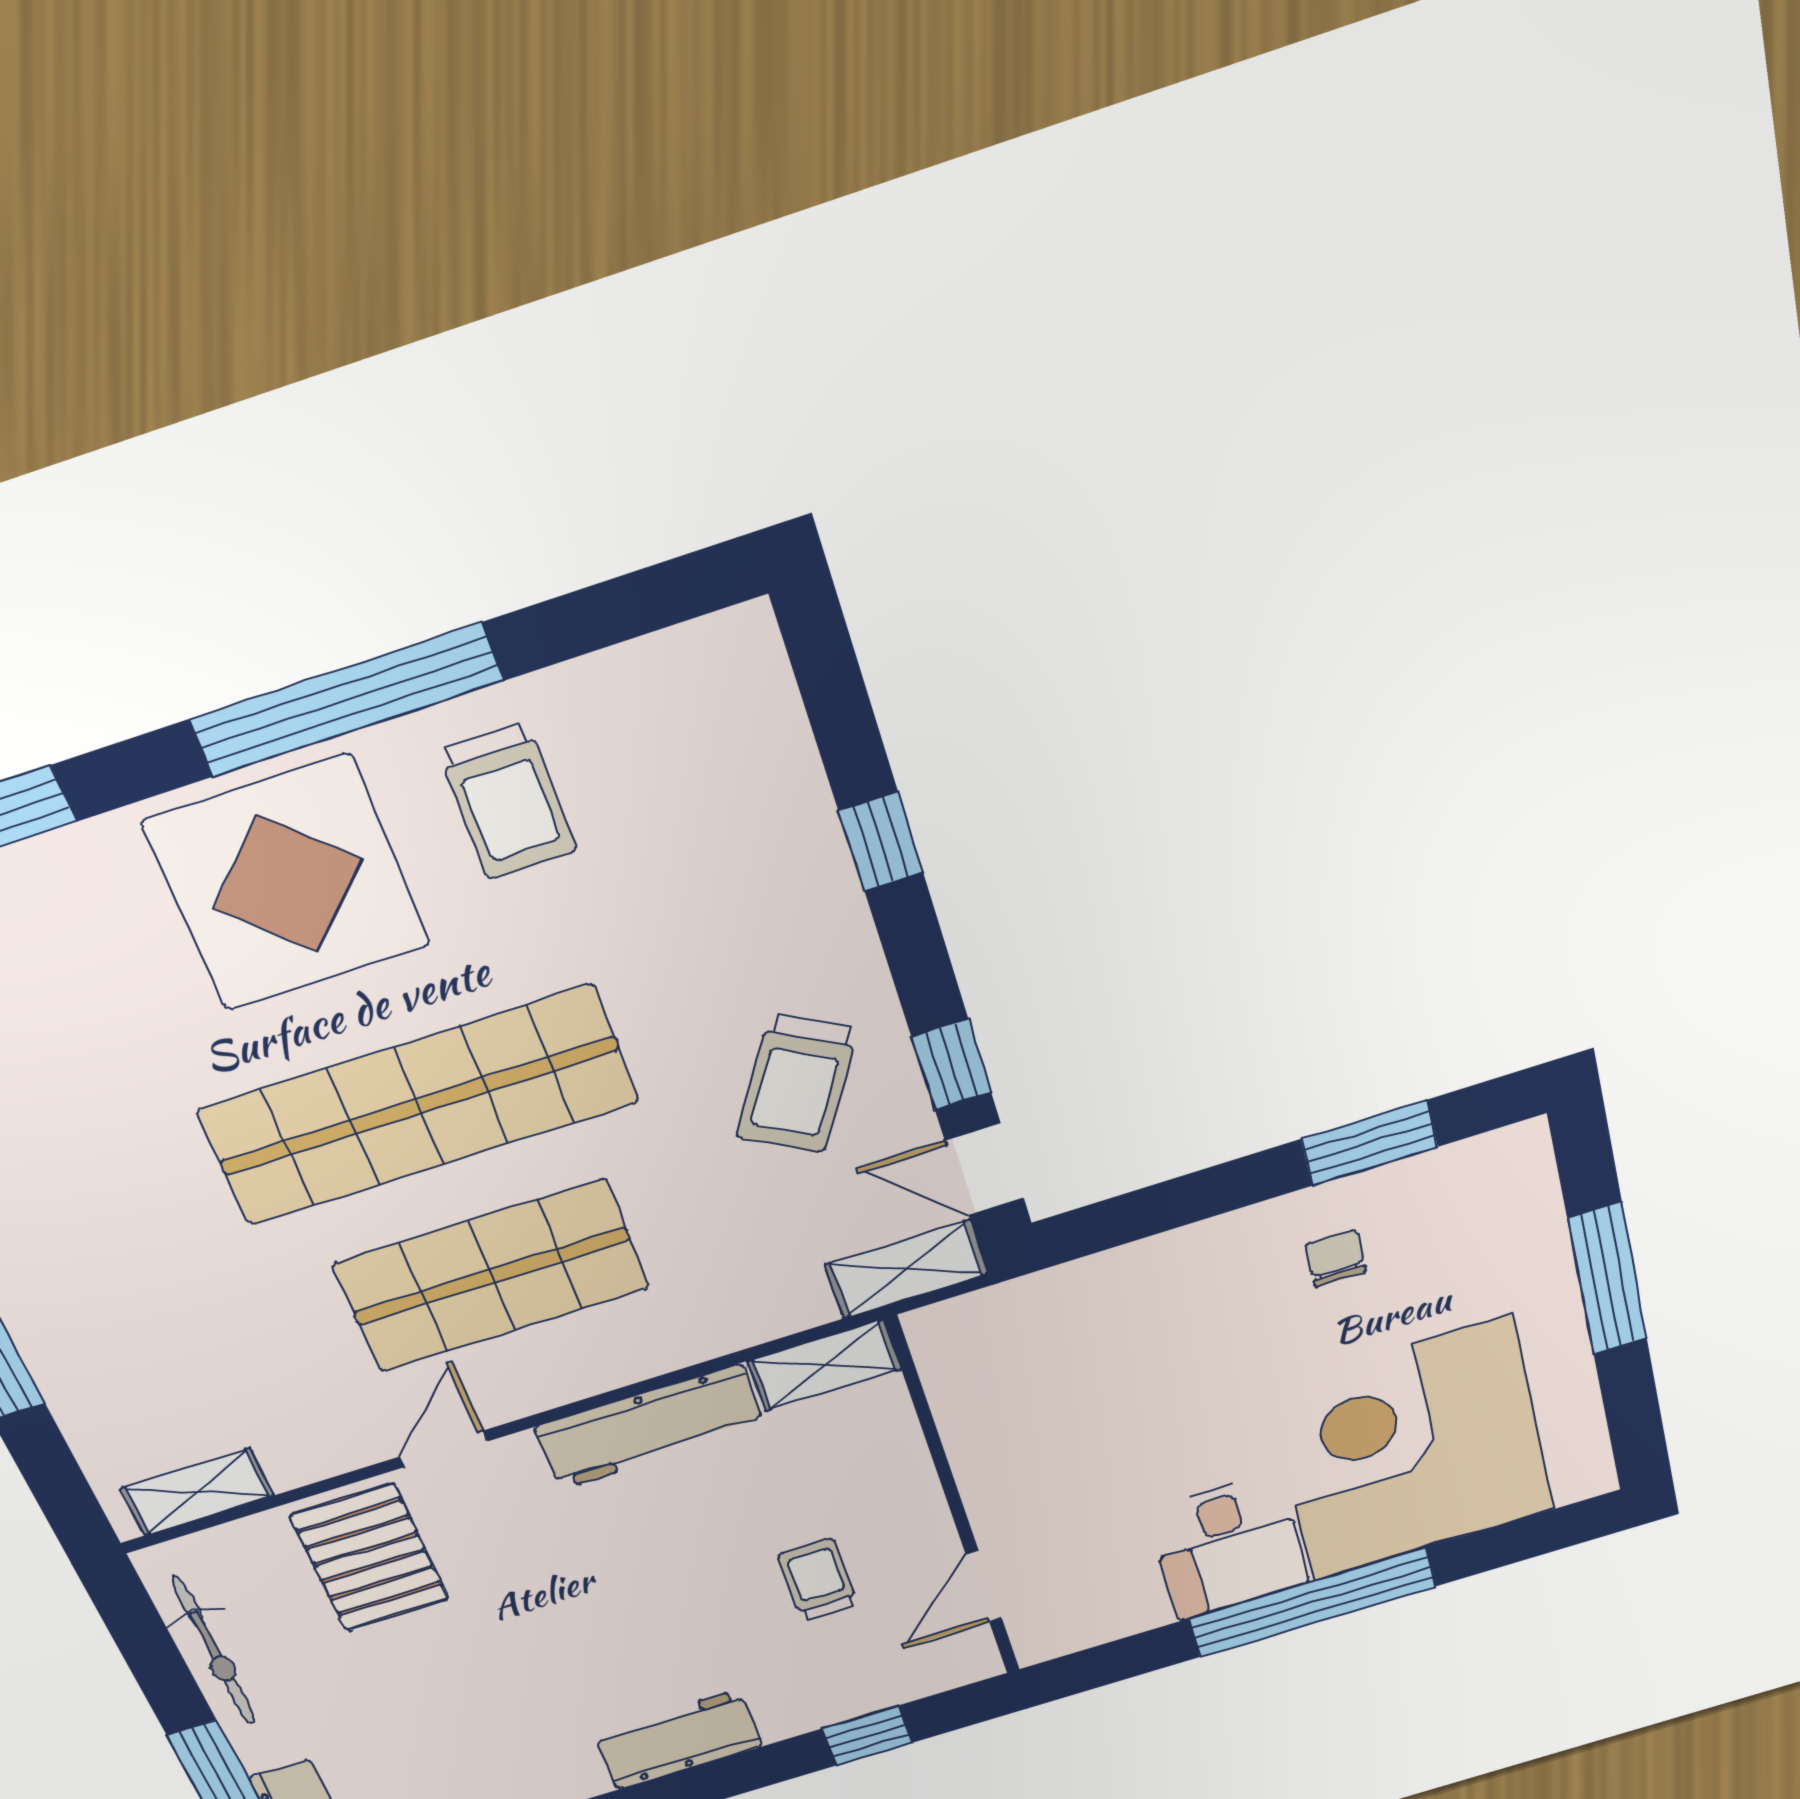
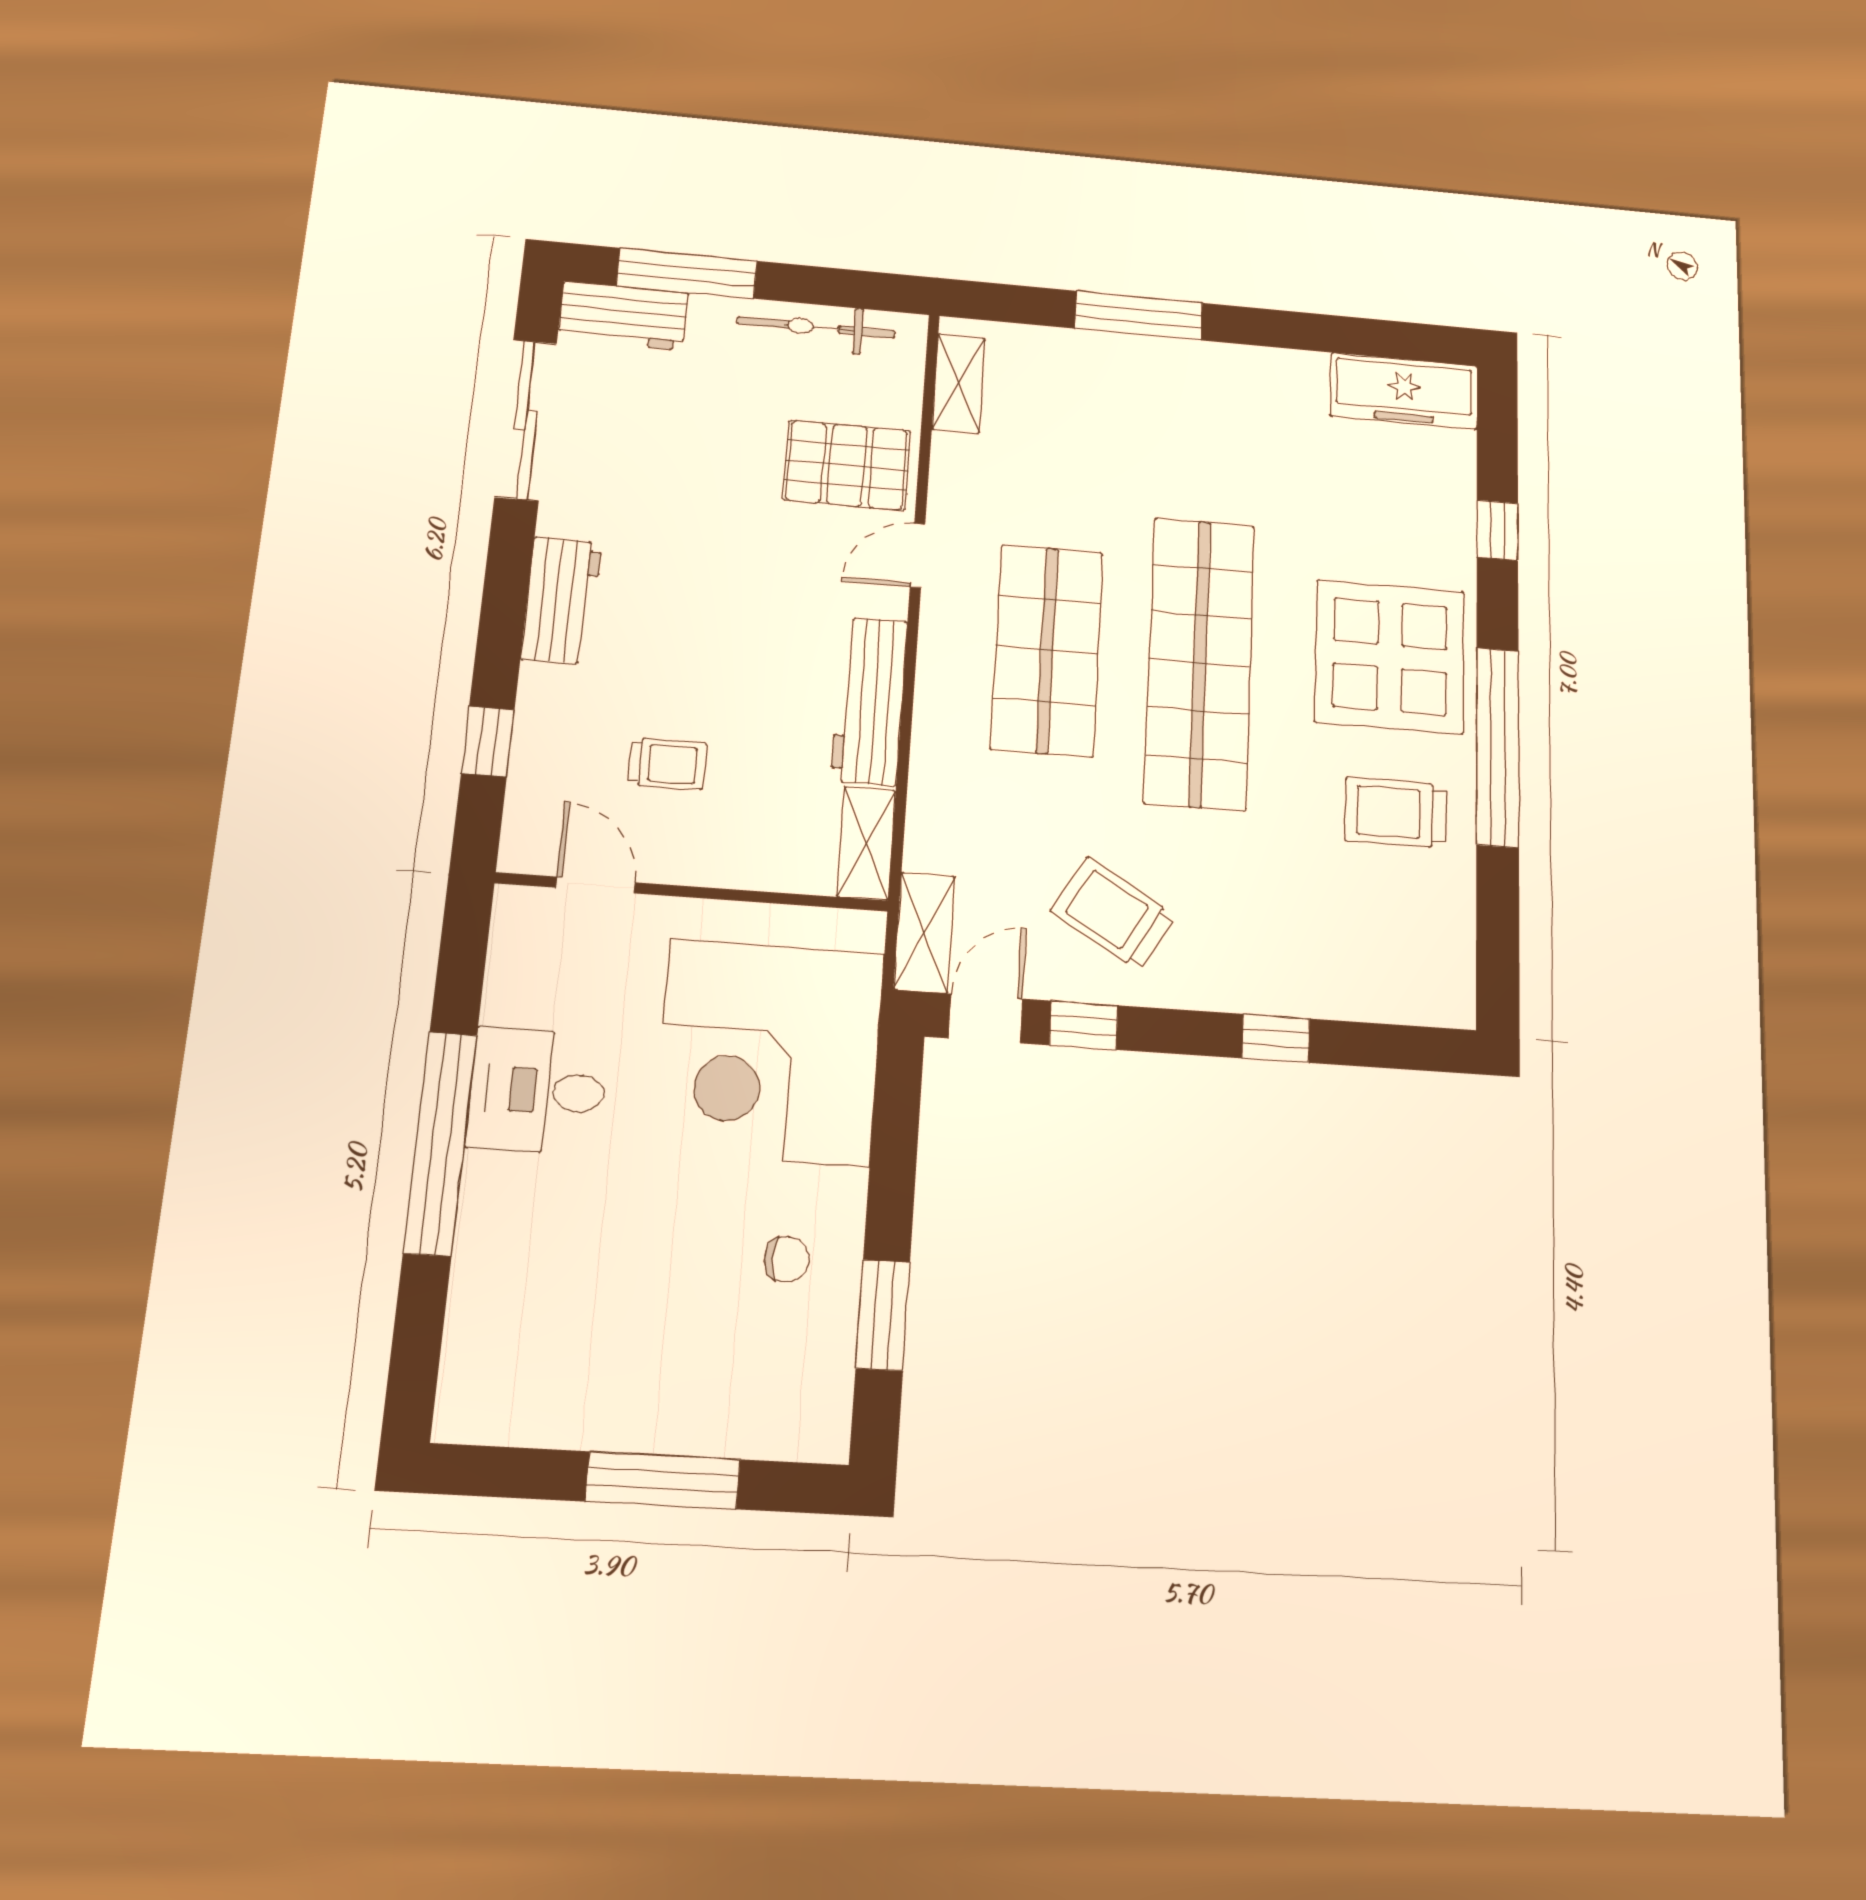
door: (443, 1449) -> (918, 556), swing flipped
corner desk: (1411, 1450) -> (769, 1052), moved, turned 180

